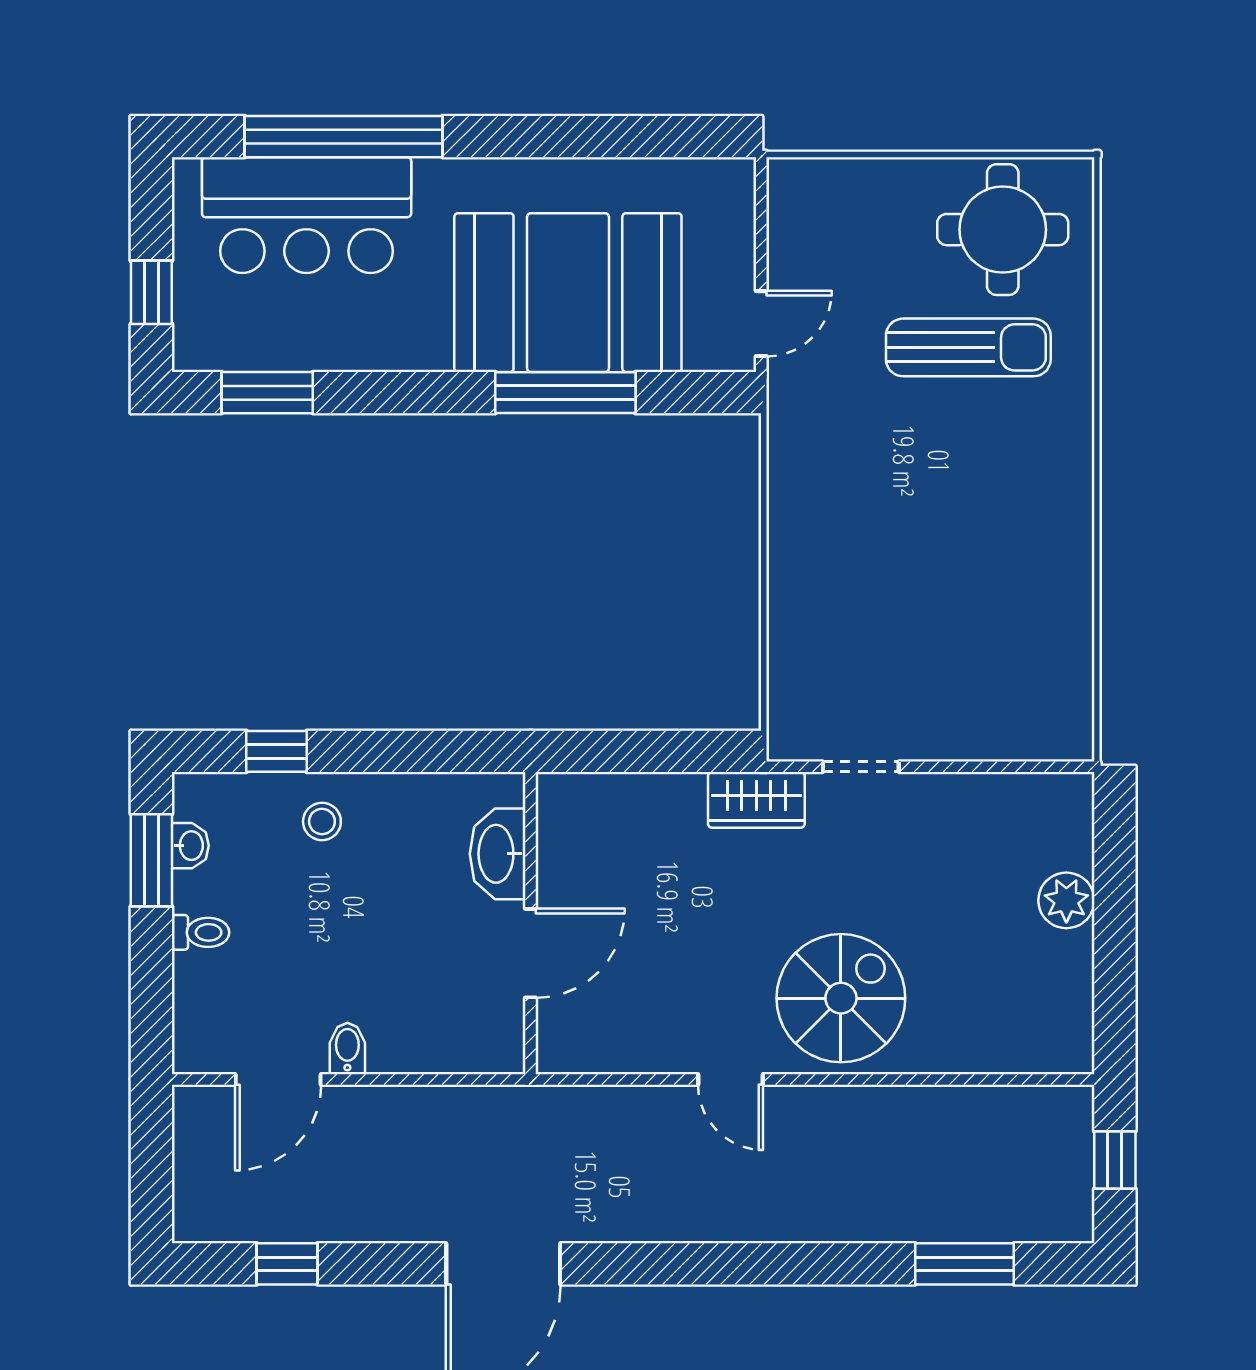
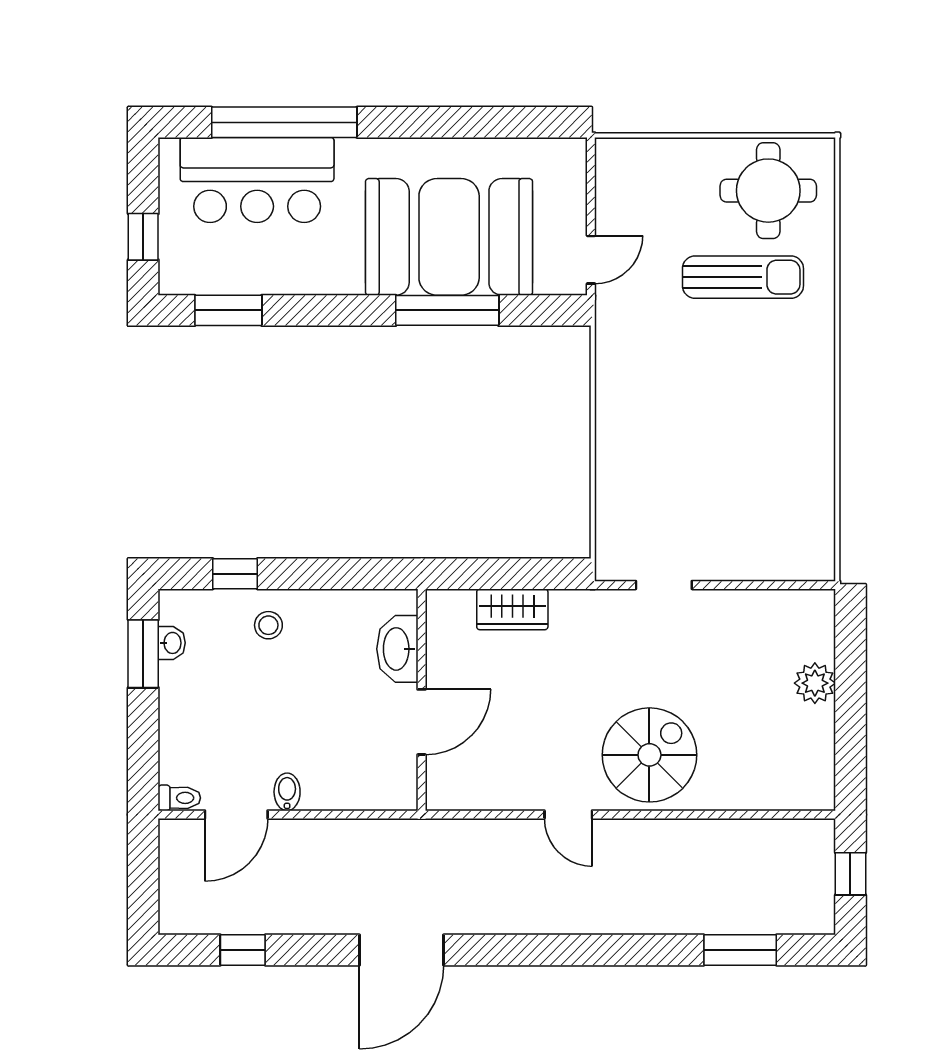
wardrobe: (756, 800) -> (512, 609), moved
toilet: (201, 932) -> (179, 798), moved

